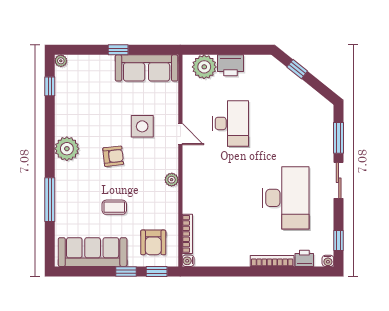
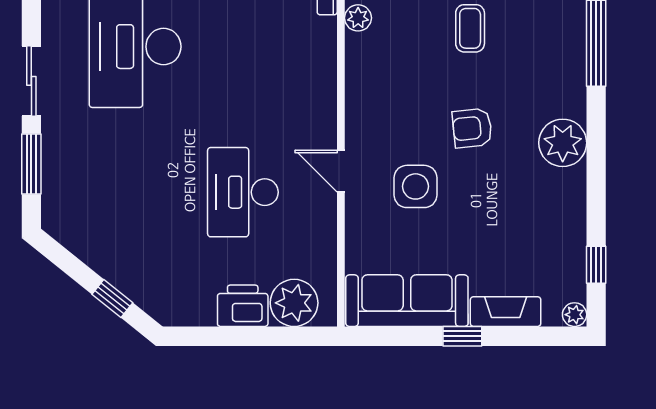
fireplace: (96, 62) -> (506, 312), added
plant: (172, 180) -> (358, 18), moved
coffee table: (114, 207) -> (470, 28), turned 90

